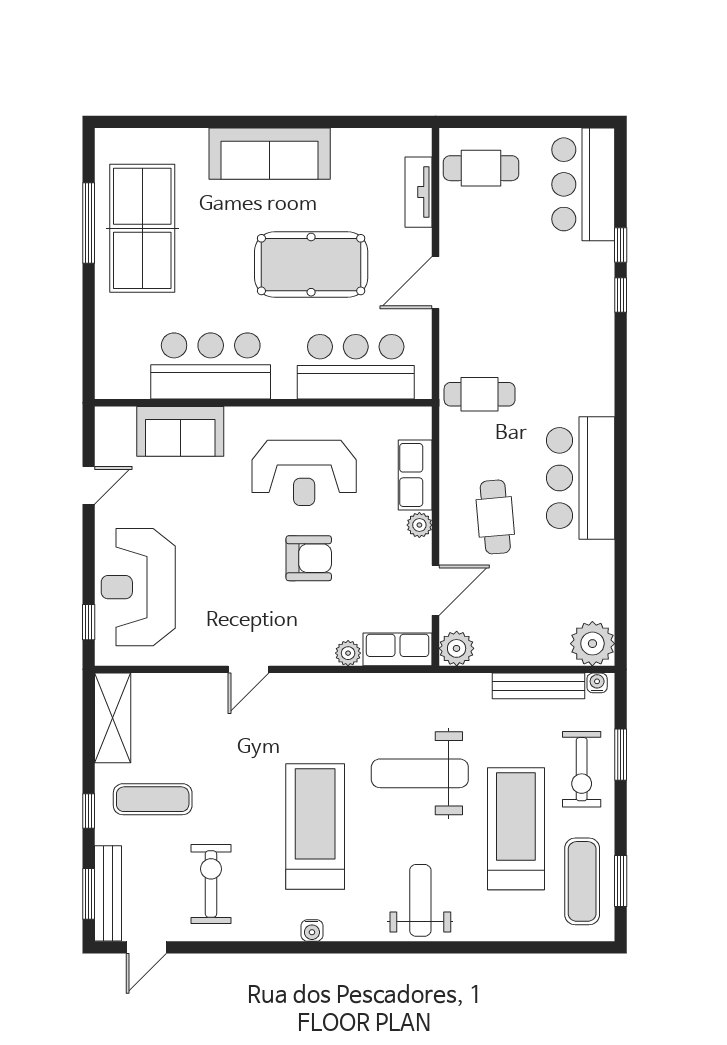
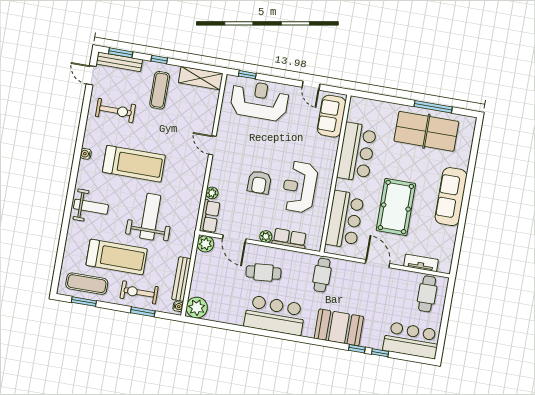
booth: (583, 340) -> (339, 327), added
sofa: (180, 431) -> (332, 116), moved

